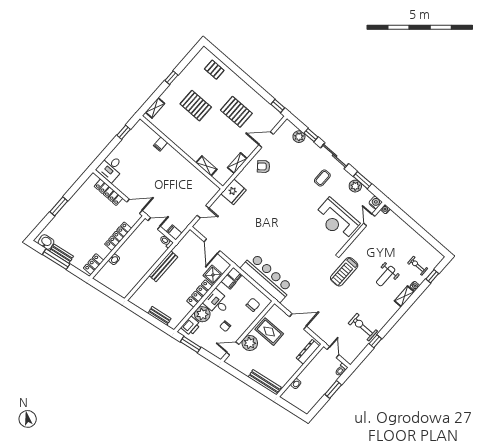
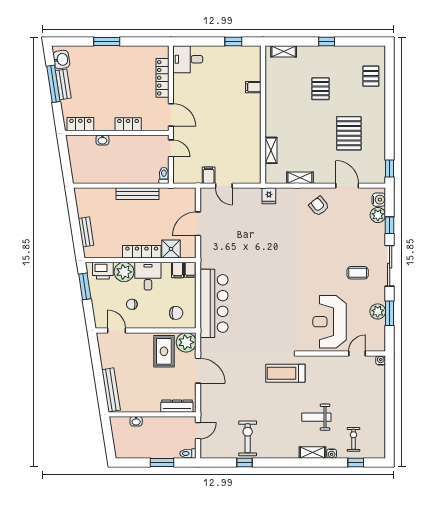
pallet: (196, 106) -> (320, 89), width x0.67, depth x0.71
fridge: (234, 192) -> (269, 196), width x0.53, depth x0.75
water cooler: (375, 202) -> (379, 200), moved
filing cabinet: (174, 232) -> (209, 175), moved
locker: (118, 236) -> (128, 124), width x0.66
plant: (250, 343) -> (186, 342), moved

